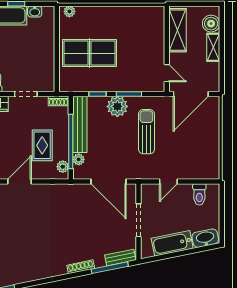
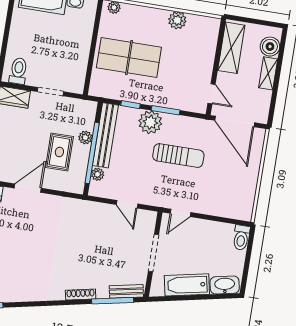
plant: (126, 14) -> (177, 20), added
door: (191, 94) -> (235, 121), hinge flipped
shoe rack: (59, 101) -> (86, 105), removed
sun lounger: (146, 132) -> (178, 156), turned 90
plant: (63, 167) -> (85, 137), moved
door: (109, 181) -> (127, 204), width x0.53
door: (168, 181) -> (180, 213), moved
toilet: (199, 194) -> (241, 238), moved

